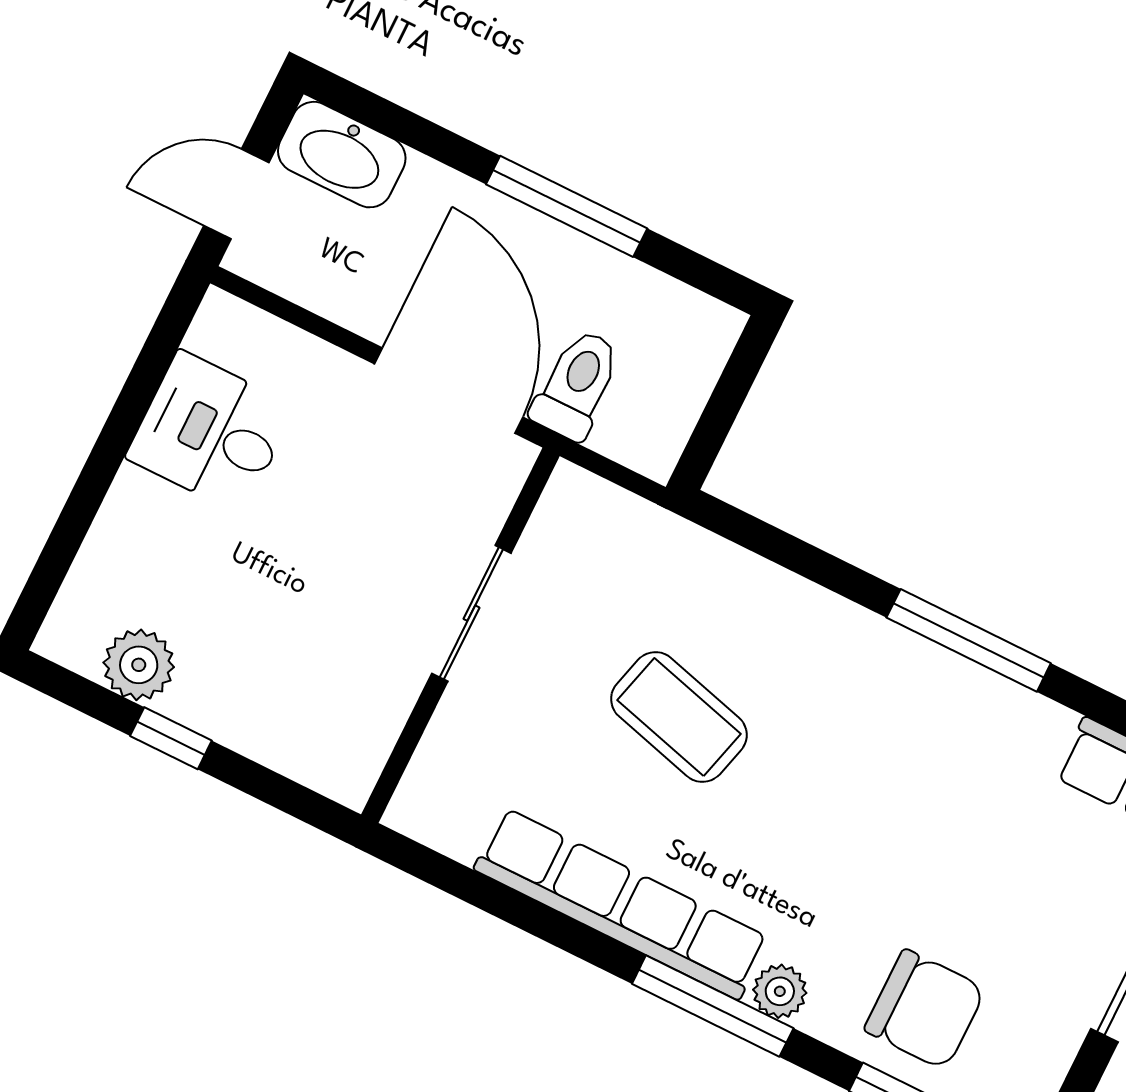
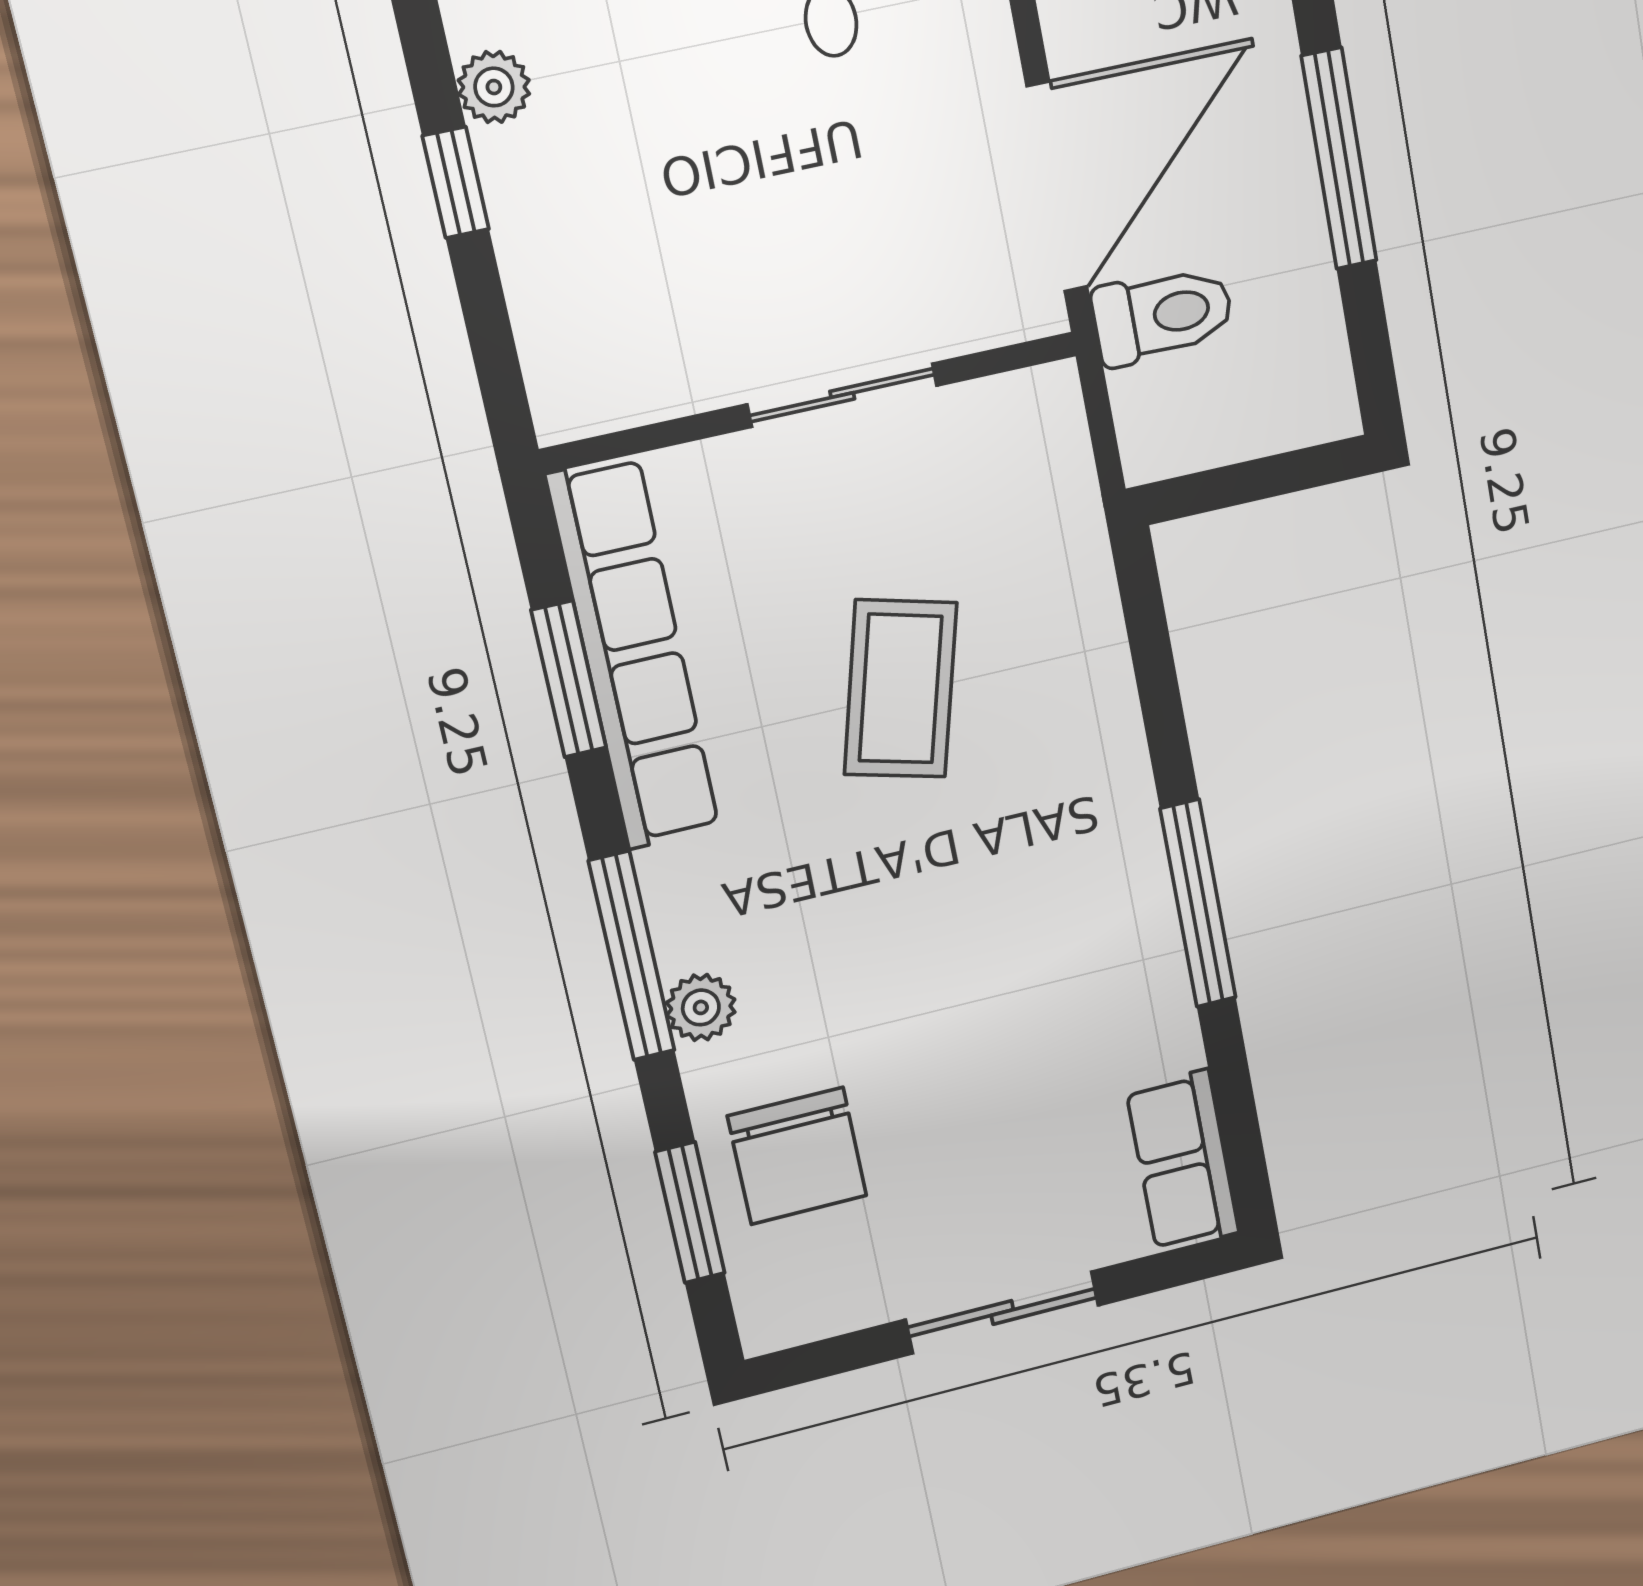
plant: (139, 665) -> (494, 87), width x0.73, depth x0.73
row of seats: (621, 904) -> (633, 654), moved
window: (512, 907) -> (569, 679), added

